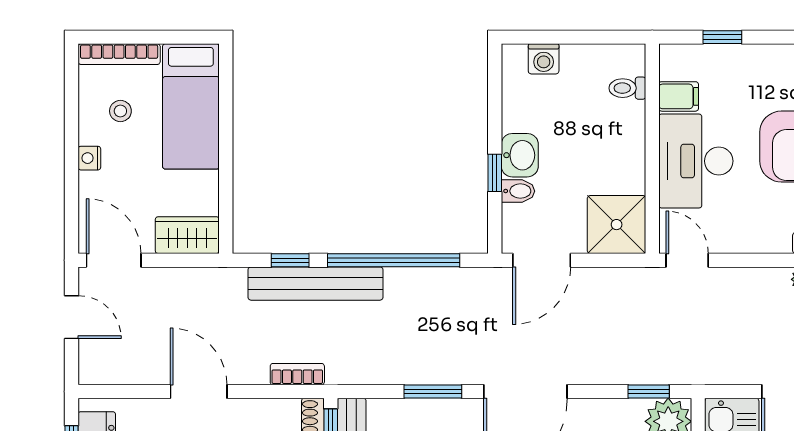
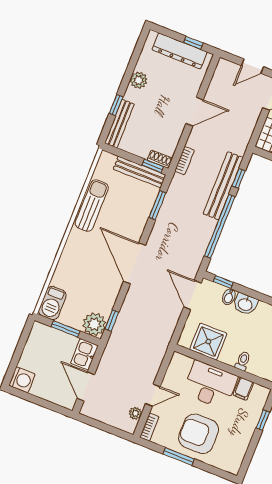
toilet: (627, 88) -> (243, 361), moved
window: (495, 173) -> (223, 282), moved
shower: (617, 225) -> (208, 342), moved
door: (687, 260) -> (153, 395), moved
window: (433, 391) -> (158, 205), moved

